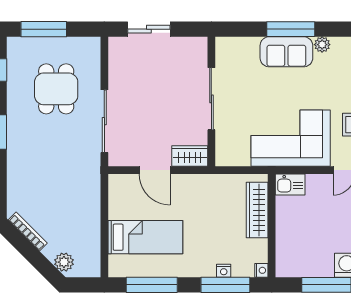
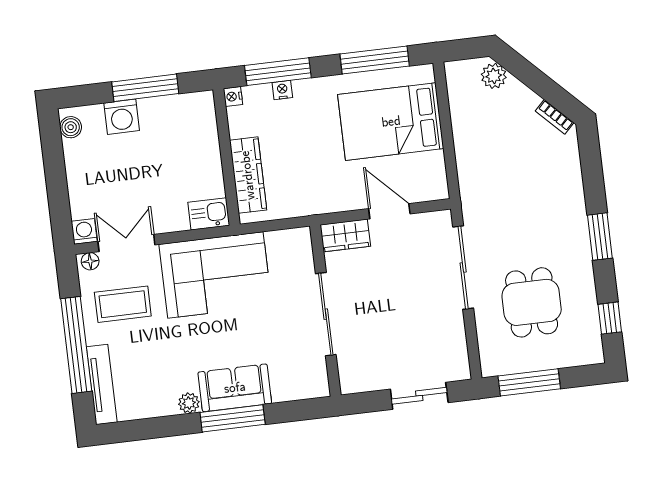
window: (44, 29) -> (529, 382), moved
bookcase: (28, 231) -> (555, 117), width x0.64
bed: (145, 237) -> (391, 122), width x1.50

